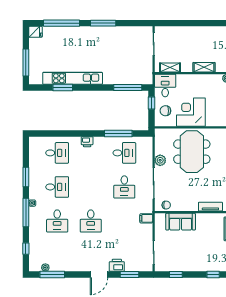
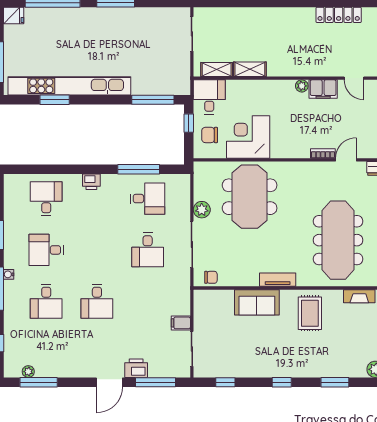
shelving: (204, 67) -> (250, 69), moved
kitchen unit: (73, 78) -> (69, 86), width x1.36
desk: (57, 153) -> (46, 199), turned -90
desk: (57, 187) -> (46, 250), turned 180
filing cabinet: (146, 218) -> (181, 323), moved
sofa: (181, 222) -> (257, 302), moved
window: (130, 274) -> (155, 382), width x1.44

